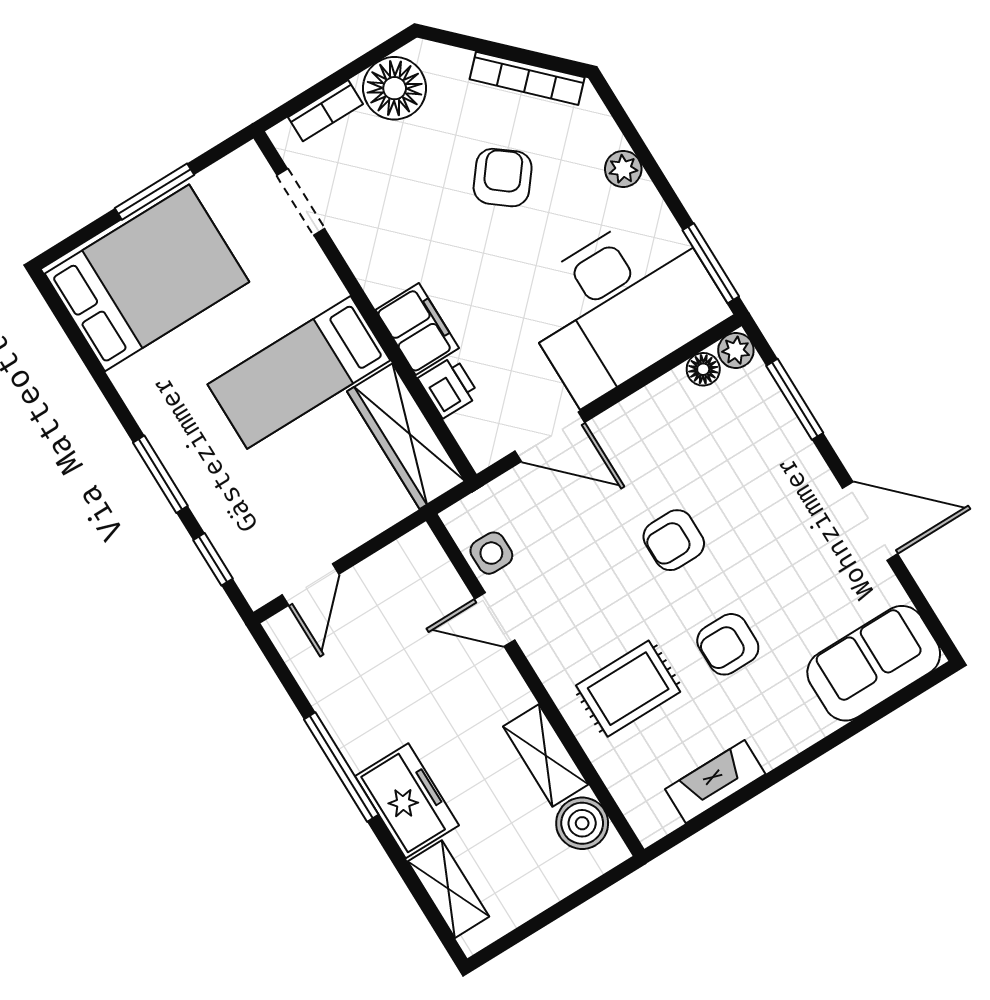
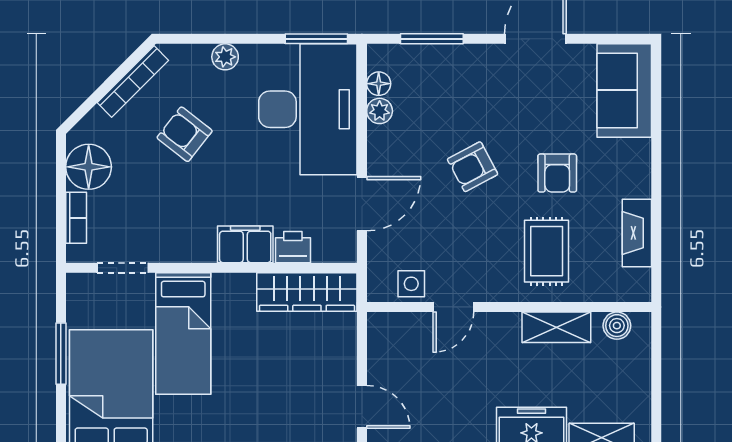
plant: (736, 350) -> (380, 111), moved
bed: (299, 372) -> (183, 333), moved
armchair: (674, 540) -> (473, 167), turned 62
boiler: (582, 823) -> (617, 326), width x0.73, depth x0.73

